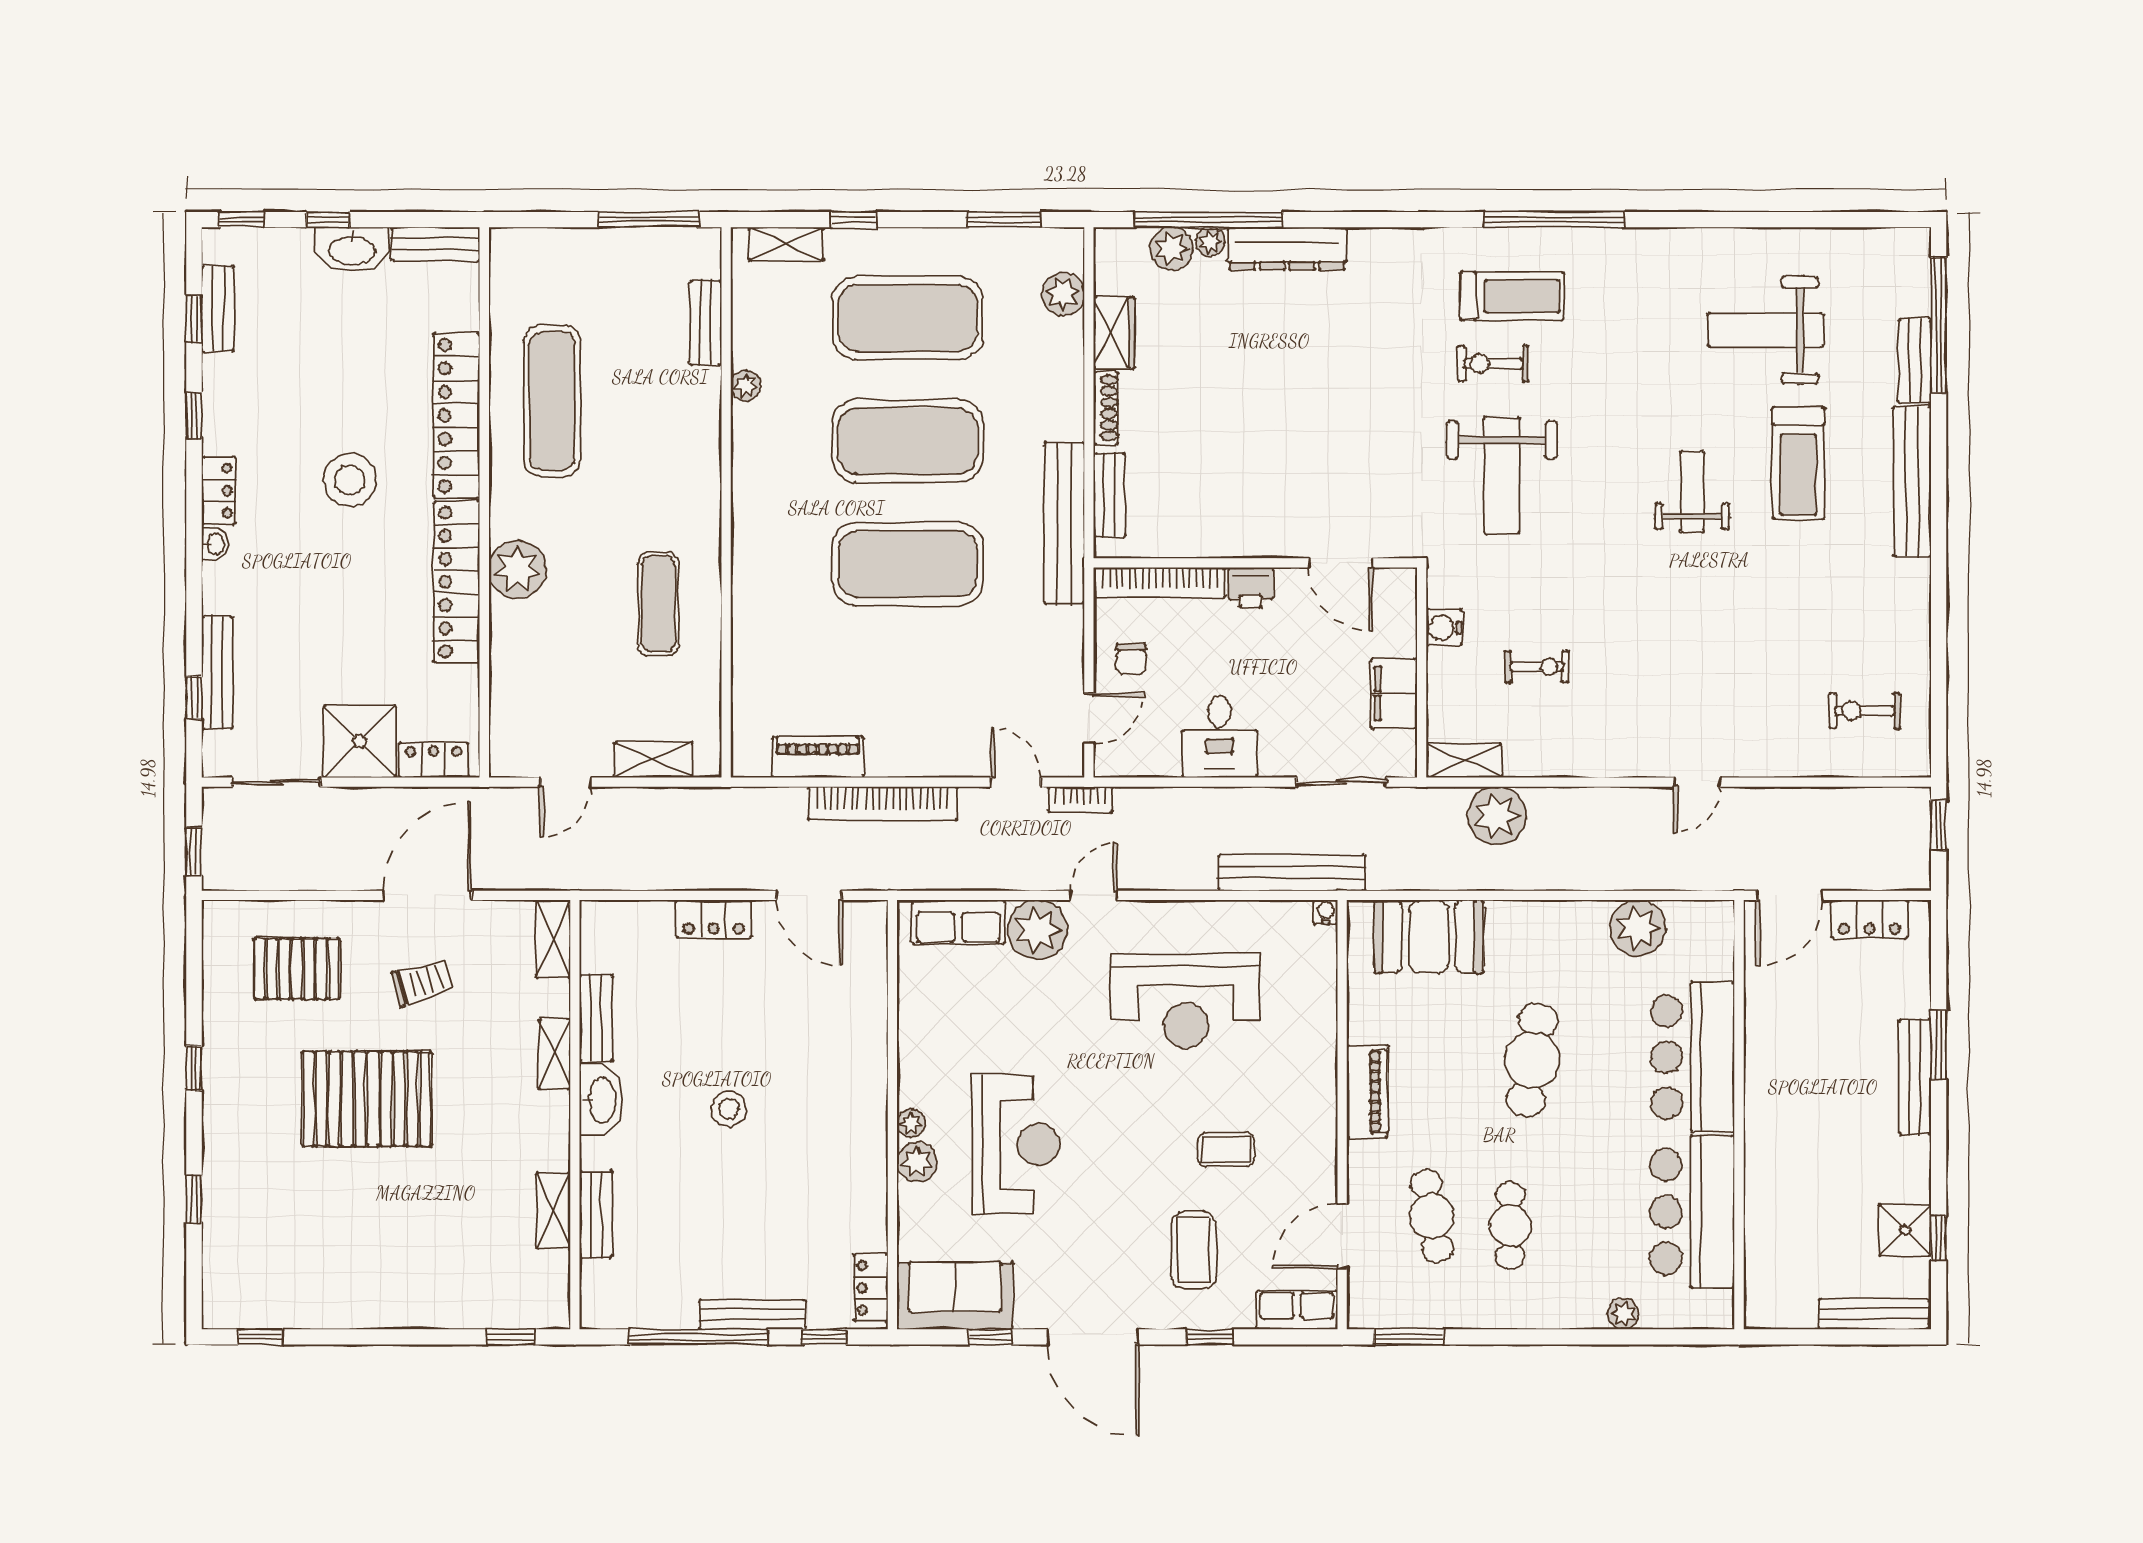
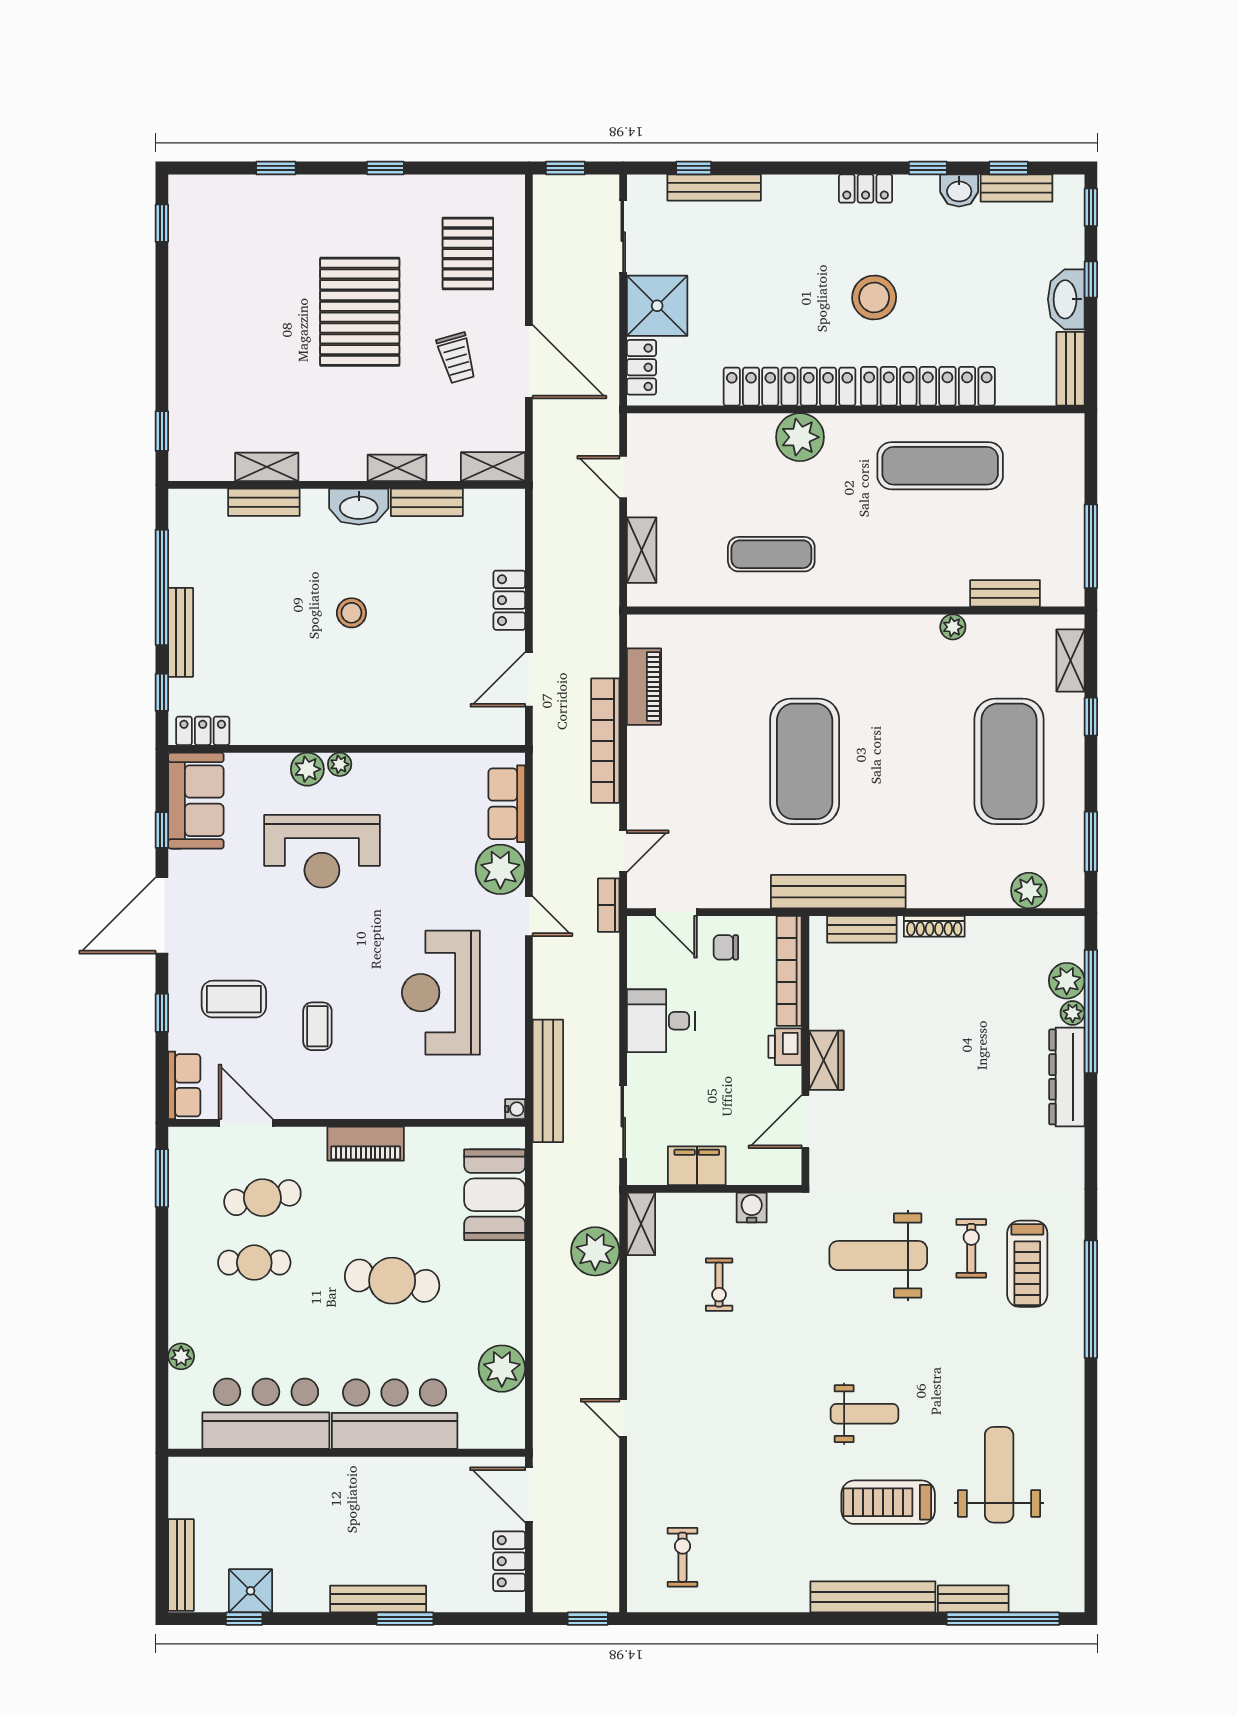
wardrobe: (1114, 333) -> (826, 1060), moved, turned -90
exercise mat: (908, 441) -> (907, 761), removed
washbasin: (215, 544) -> (959, 190), moved, width x1.38, depth x1.45

